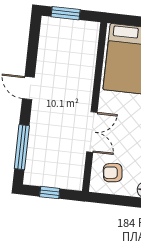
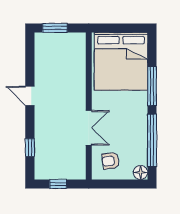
window: (22, 147) -> (30, 147), width x0.46

